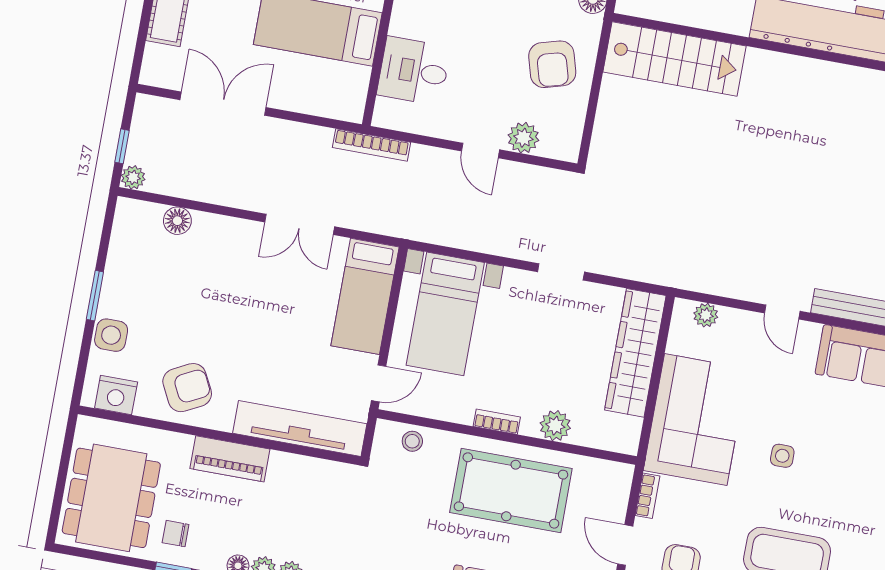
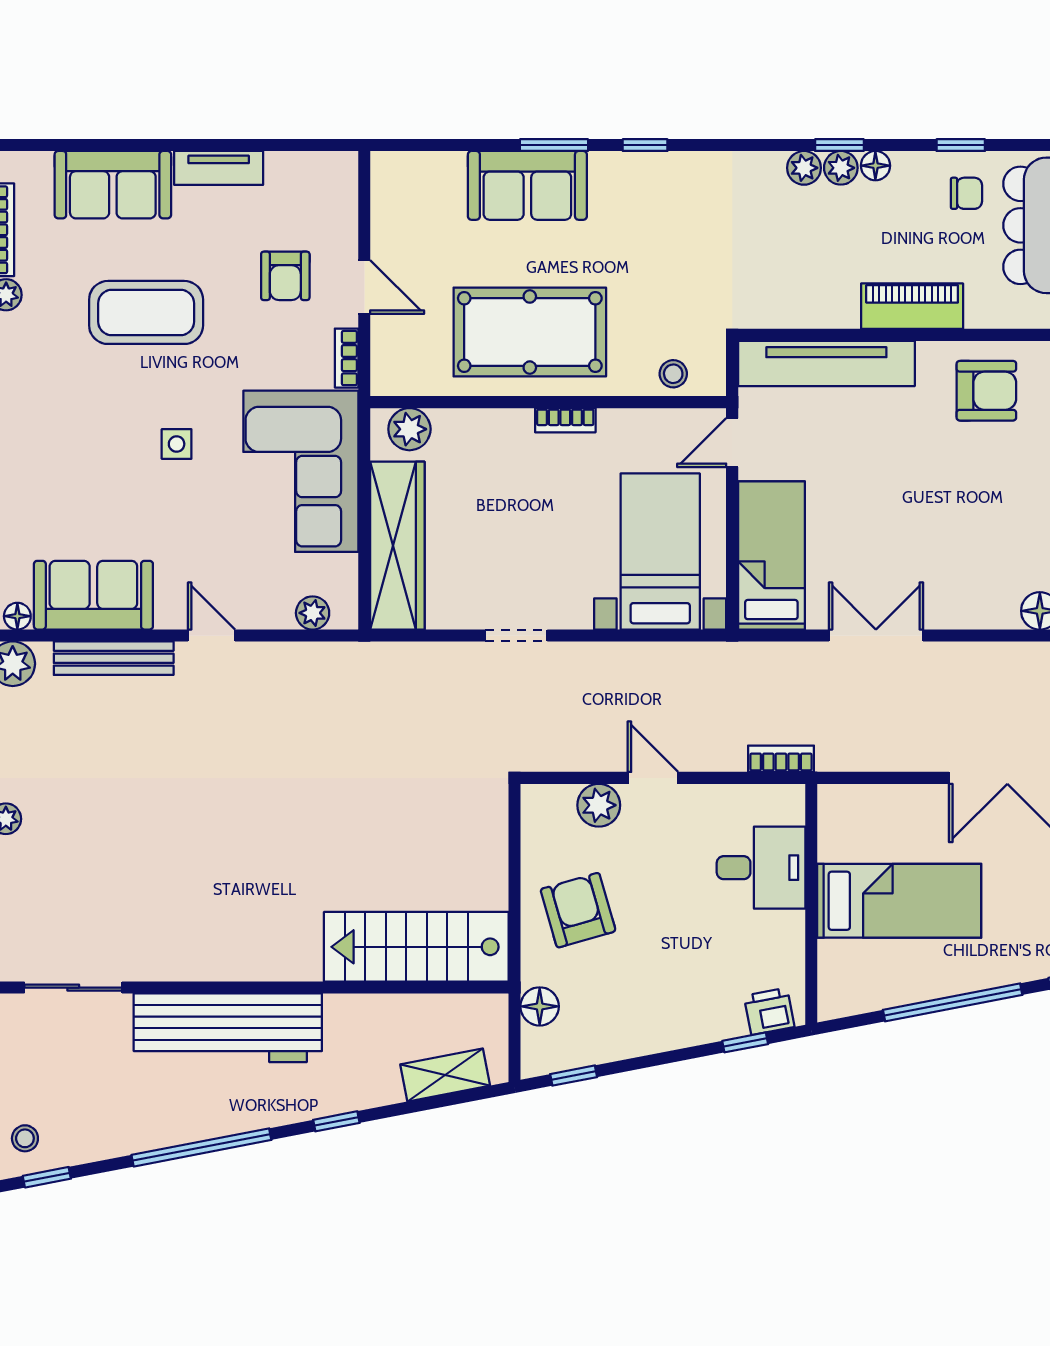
bookcase: (371, 145) -> (781, 759), width x0.64
armchair: (187, 388) -> (986, 391), turned -153
plant: (555, 426) -> (409, 429), moved

